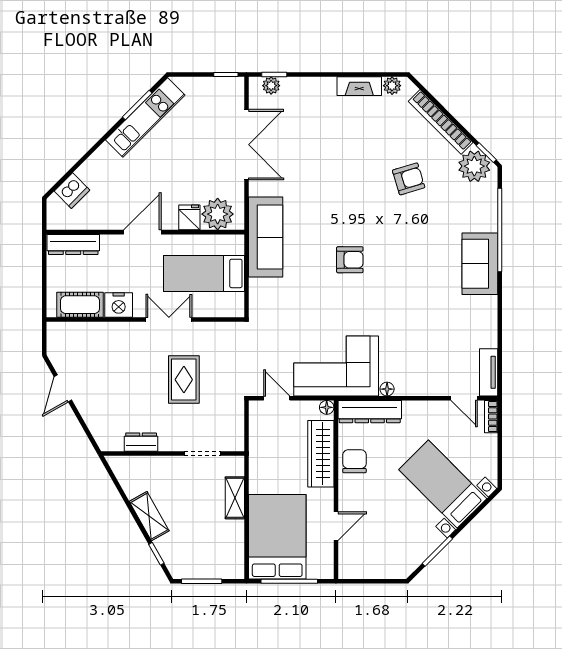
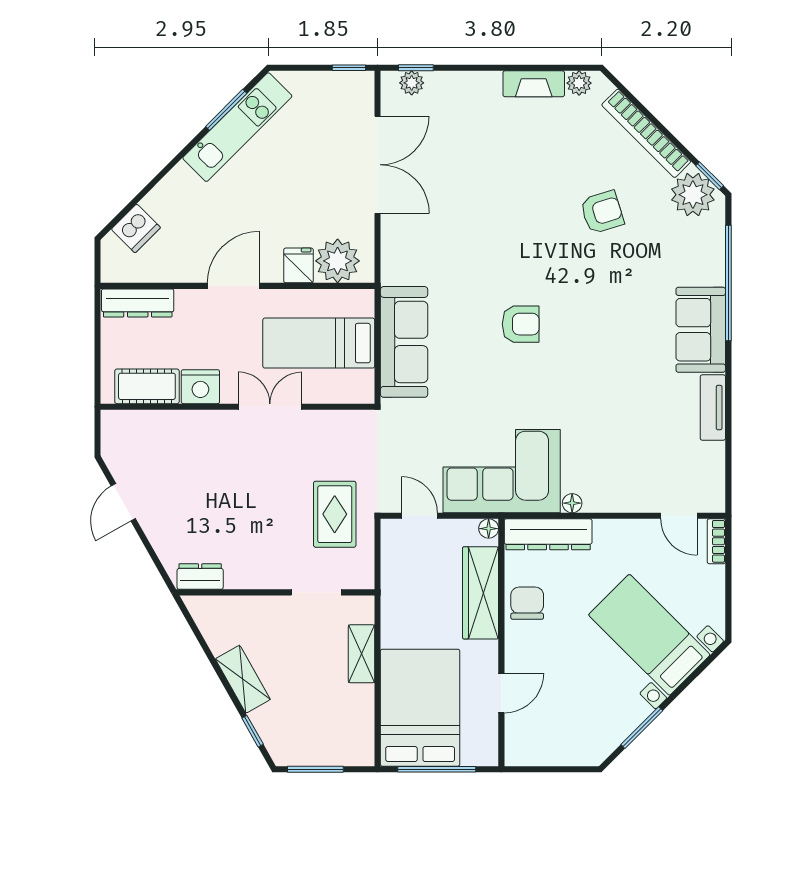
sofa: (266, 237) -> (404, 342), moved
tv unit: (489, 372) -> (713, 408), moved
rug: (184, 380) -> (335, 514), moved
dresser: (141, 442) -> (200, 577), moved

